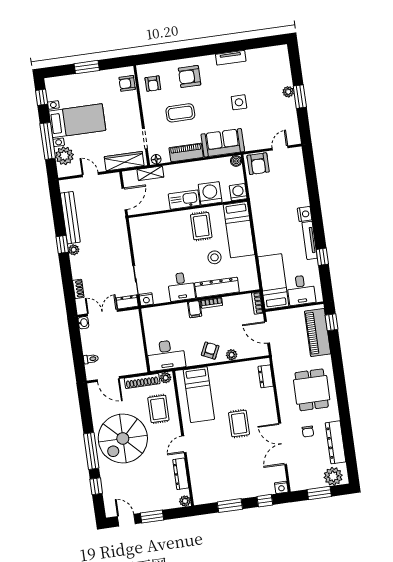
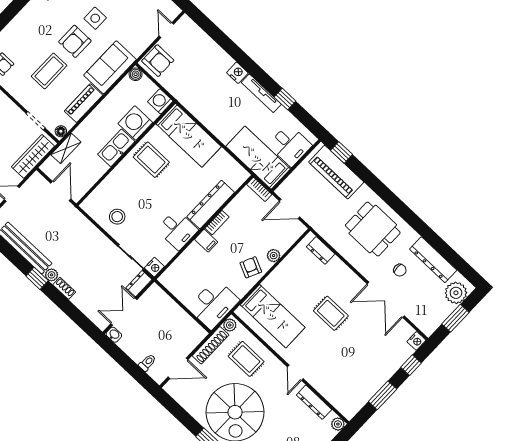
armchair: (190, 76) -> (75, 41), moved
stool: (214, 257) -> (117, 217), moved
shoe rack: (78, 289) -> (64, 288), moved

